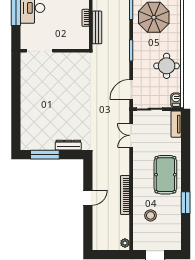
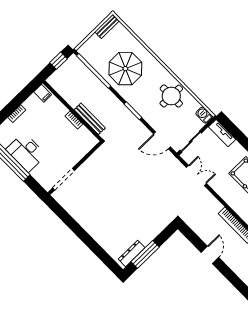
door: (131, 89) -> (162, 140), hinge flipped
double door: (131, 135) -> (196, 175), swing flipped
dresser: (68, 145) -> (132, 253), moved

